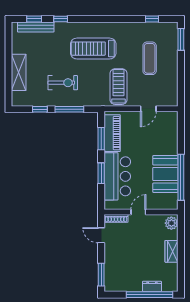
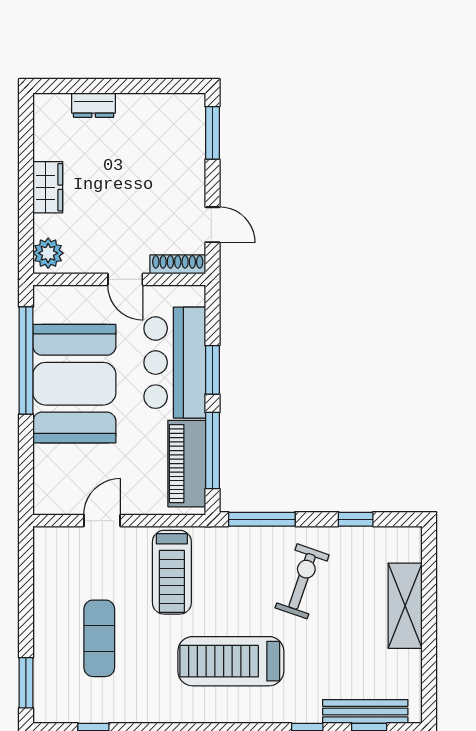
treadmill: (93, 49) -> (231, 661), turned 180
exercise bike: (63, 83) -> (302, 581), turned 109
window: (69, 109) -> (262, 519), moved
window: (101, 139) -> (212, 451), width x1.44
booth: (165, 174) -> (74, 384), width x1.36, depth x1.42
door: (138, 212) -> (125, 279), hinge flipped
window: (150, 295) -> (99, 86), removed

